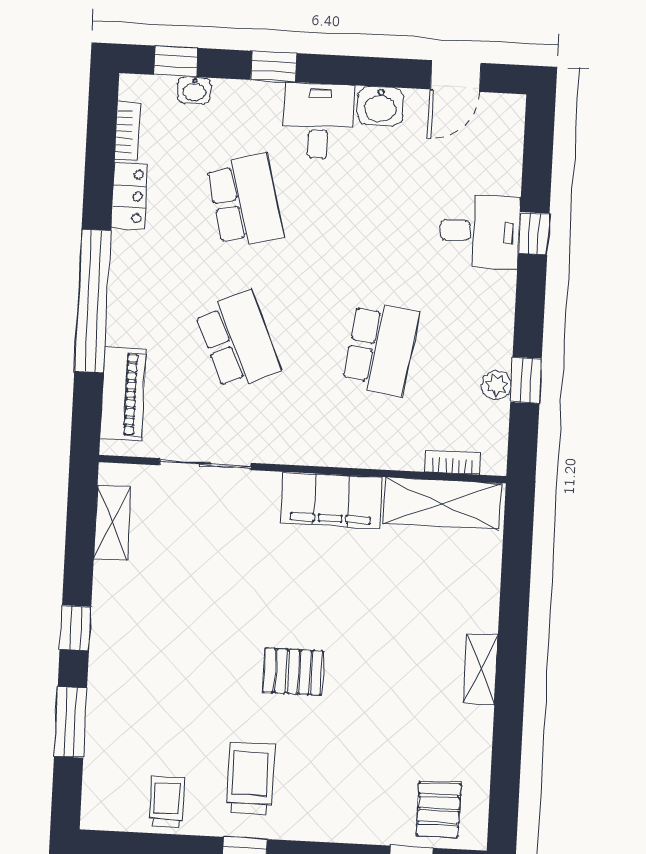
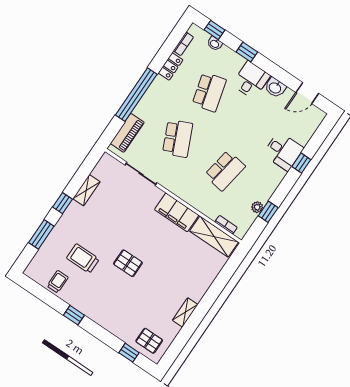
shelving: (112, 523) -> (86, 190), moved
shelving: (481, 669) -> (185, 312), moved
trolley: (250, 778) -> (83, 259), moved, turned -90
pallet: (439, 810) -> (149, 341), turned 90

